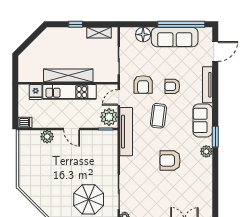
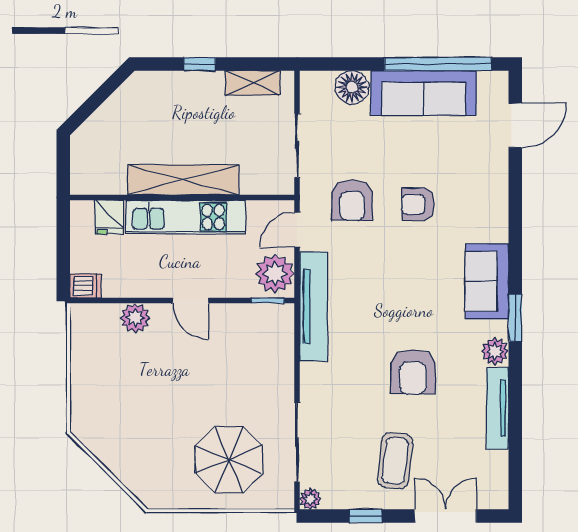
tv unit: (207, 85) -> (497, 408), moved
coffee table: (158, 116) -> (395, 461), moved
armchair: (170, 160) -> (413, 372), turned -90

